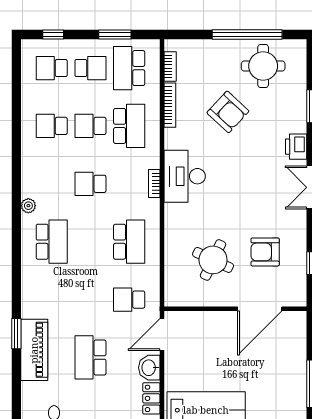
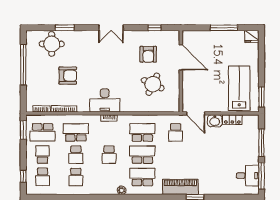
window: (115, 34) -> (23, 130), moved
round table: (263, 66) -> (52, 44), moved
armchair: (228, 112) -> (68, 76), turned 47
printer: (296, 147) -> (88, 36), removed
piano: (34, 350) -> (180, 187), moved
school desk: (90, 357) -> (142, 155), moved, turned 180

